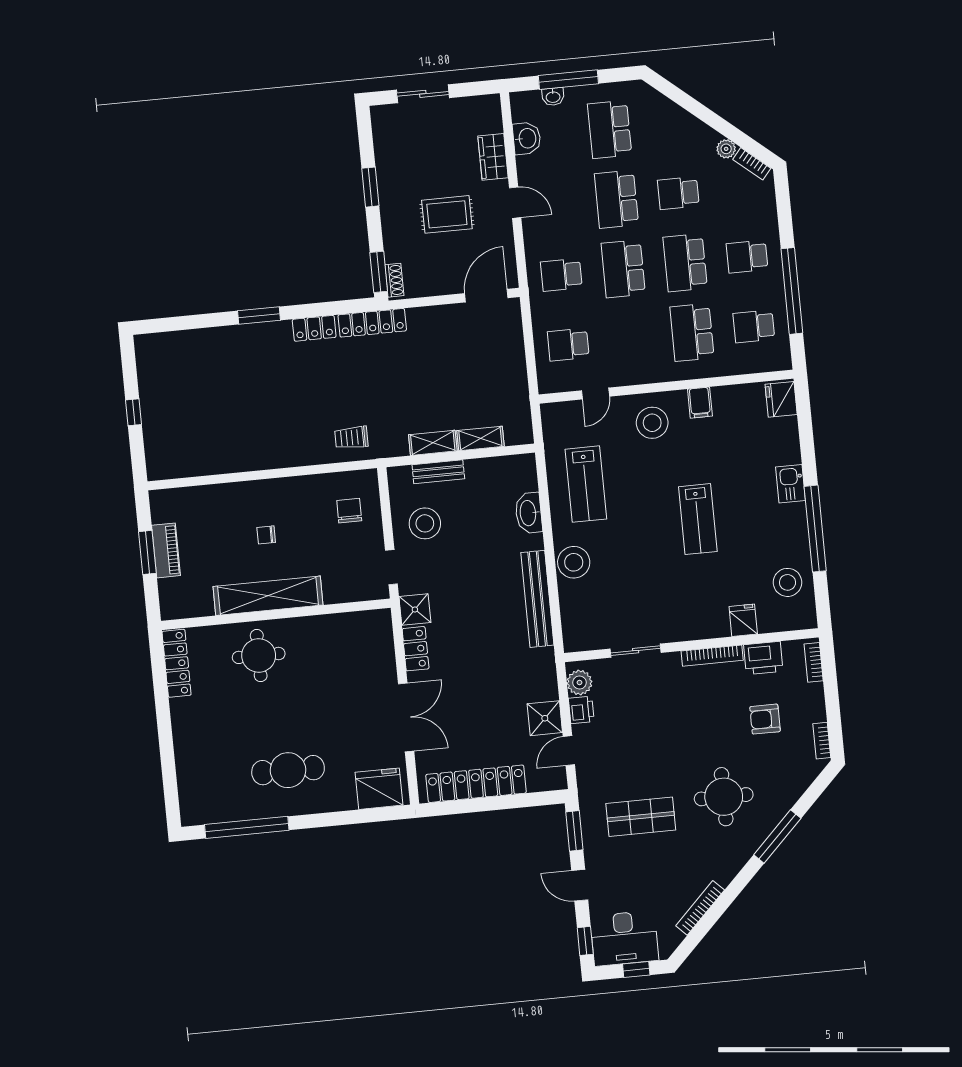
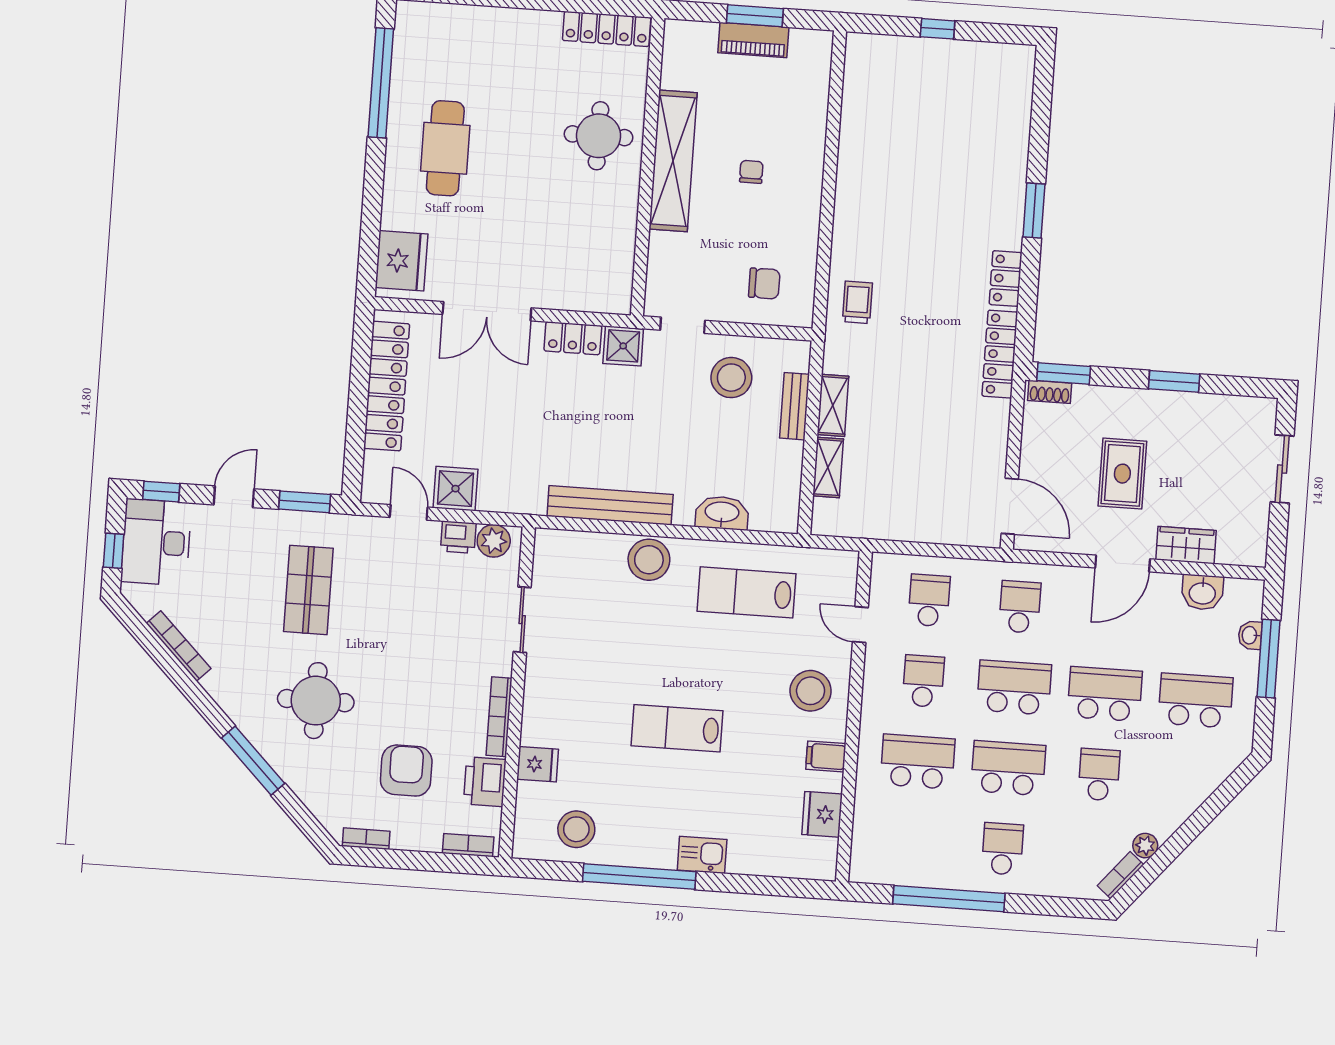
door: (515, 203) -> (1123, 563), width x1.38
school desk: (754, 326) -> (923, 681), moved
fridge: (781, 399) -> (822, 814), moved, turned -90
armchair: (765, 719) -> (406, 771), width x1.38, depth x1.38

